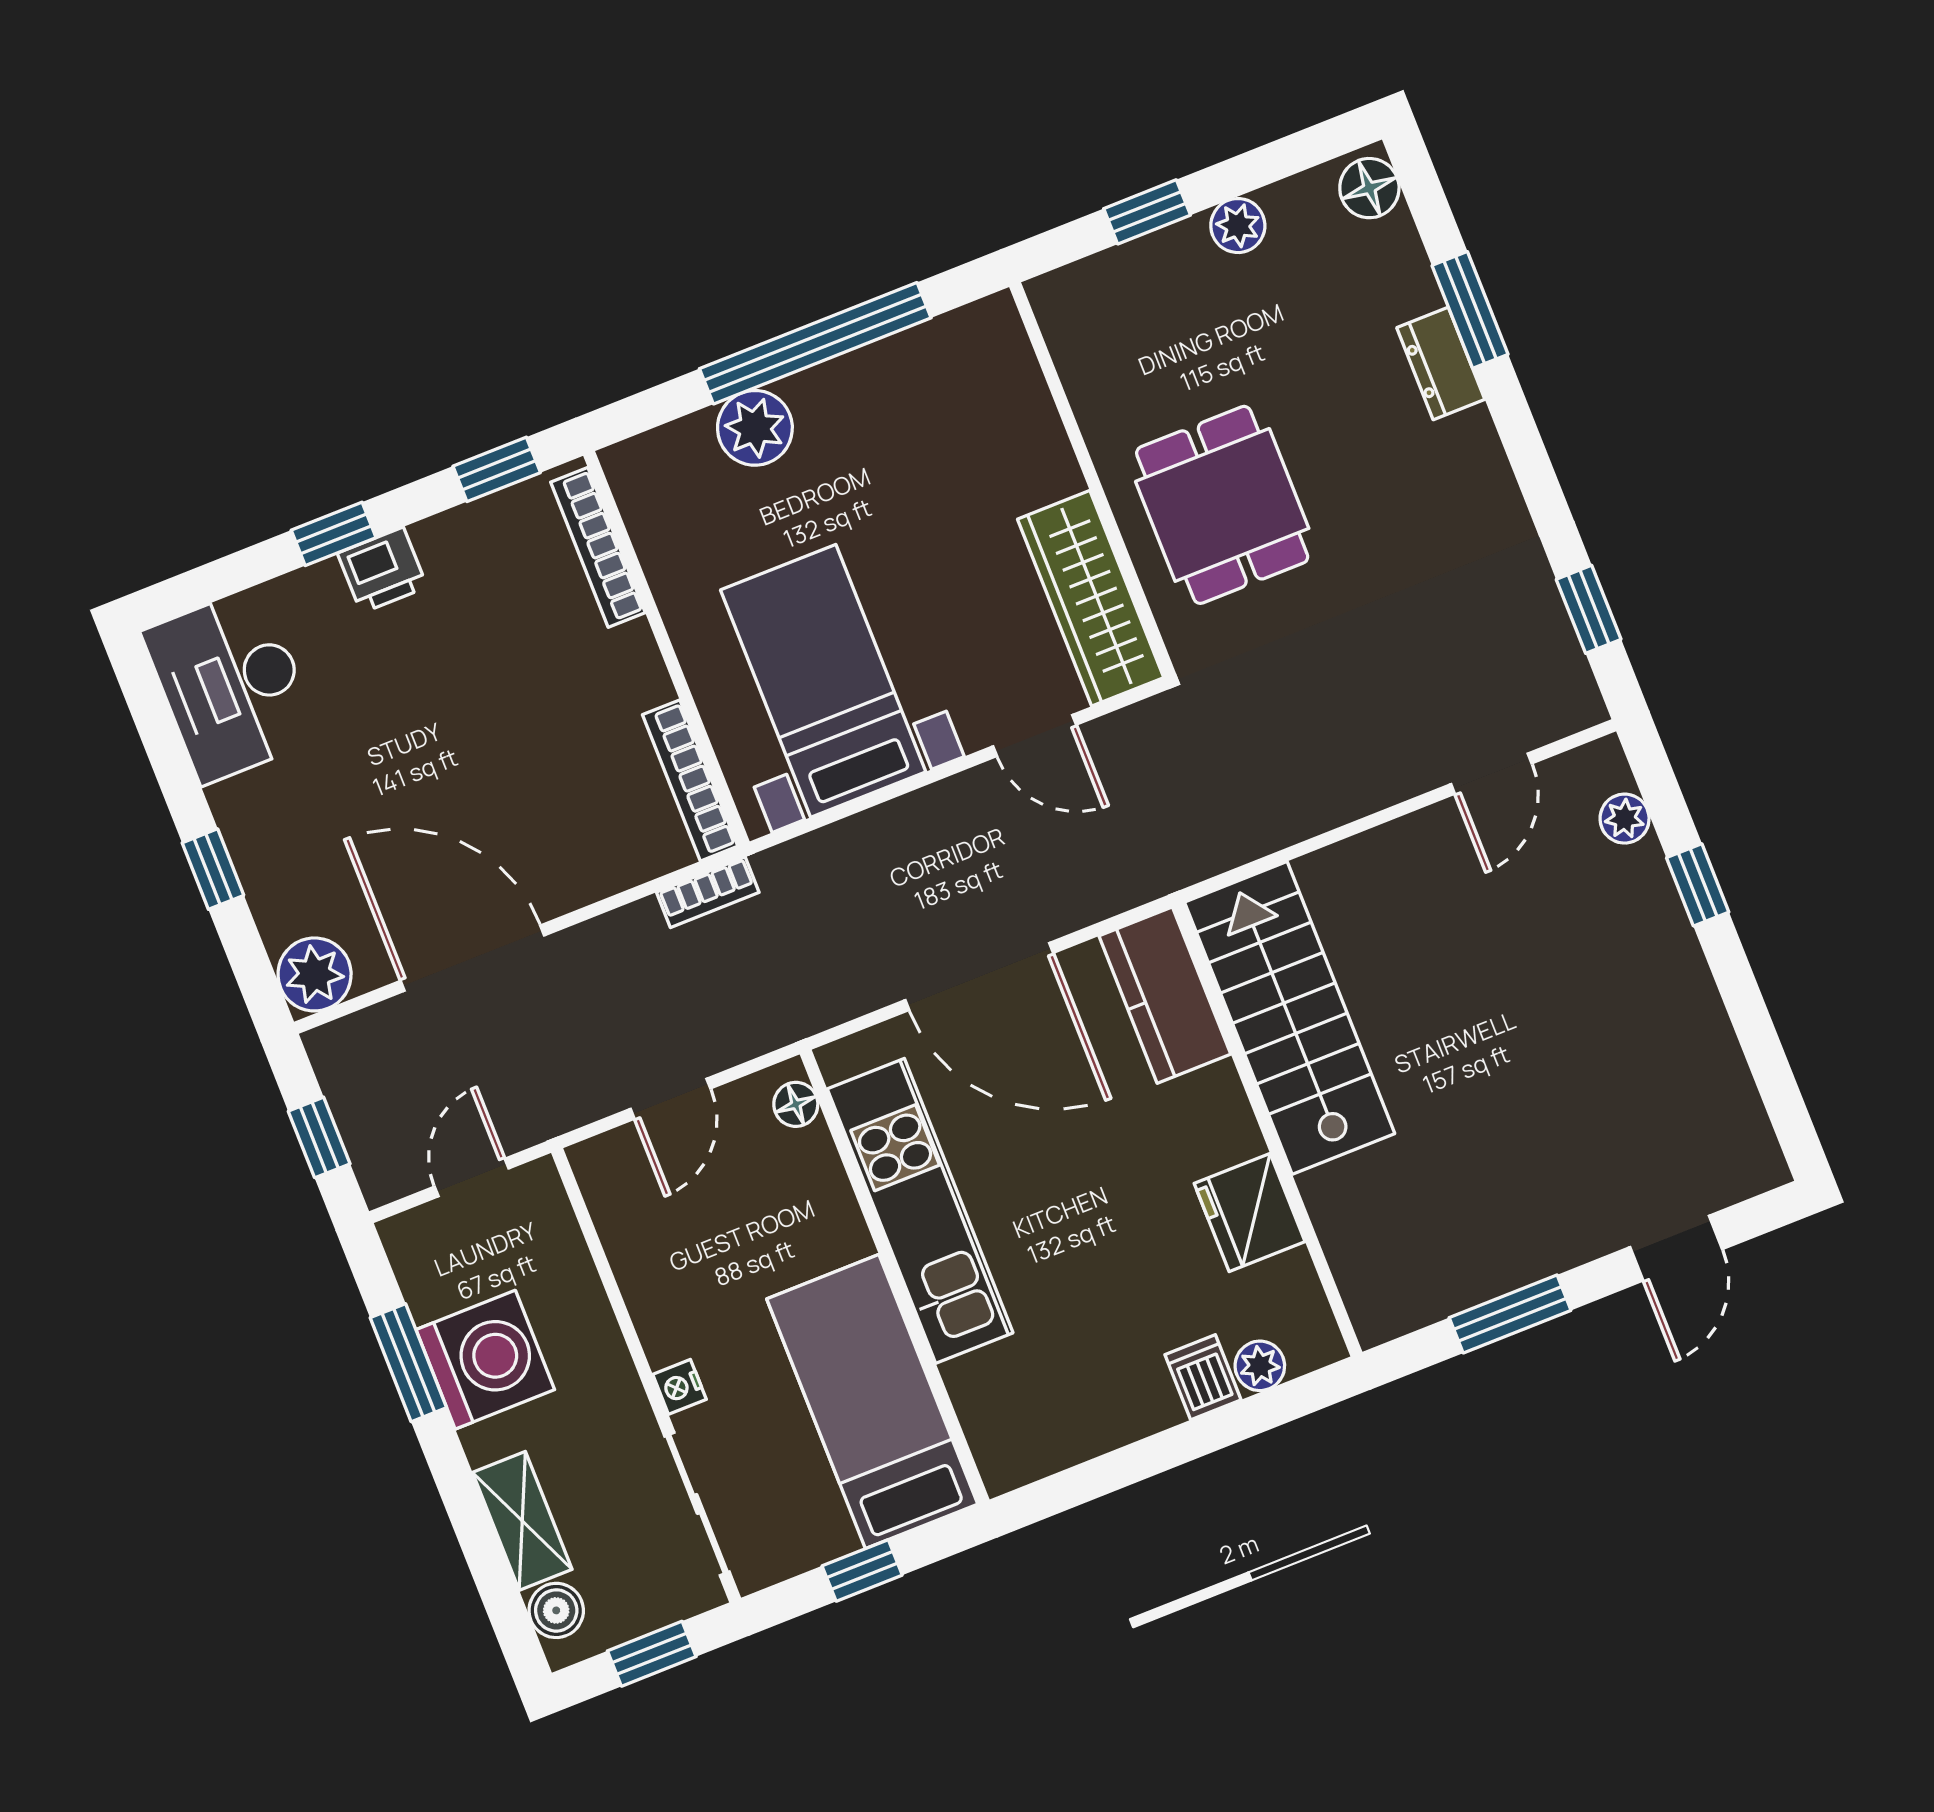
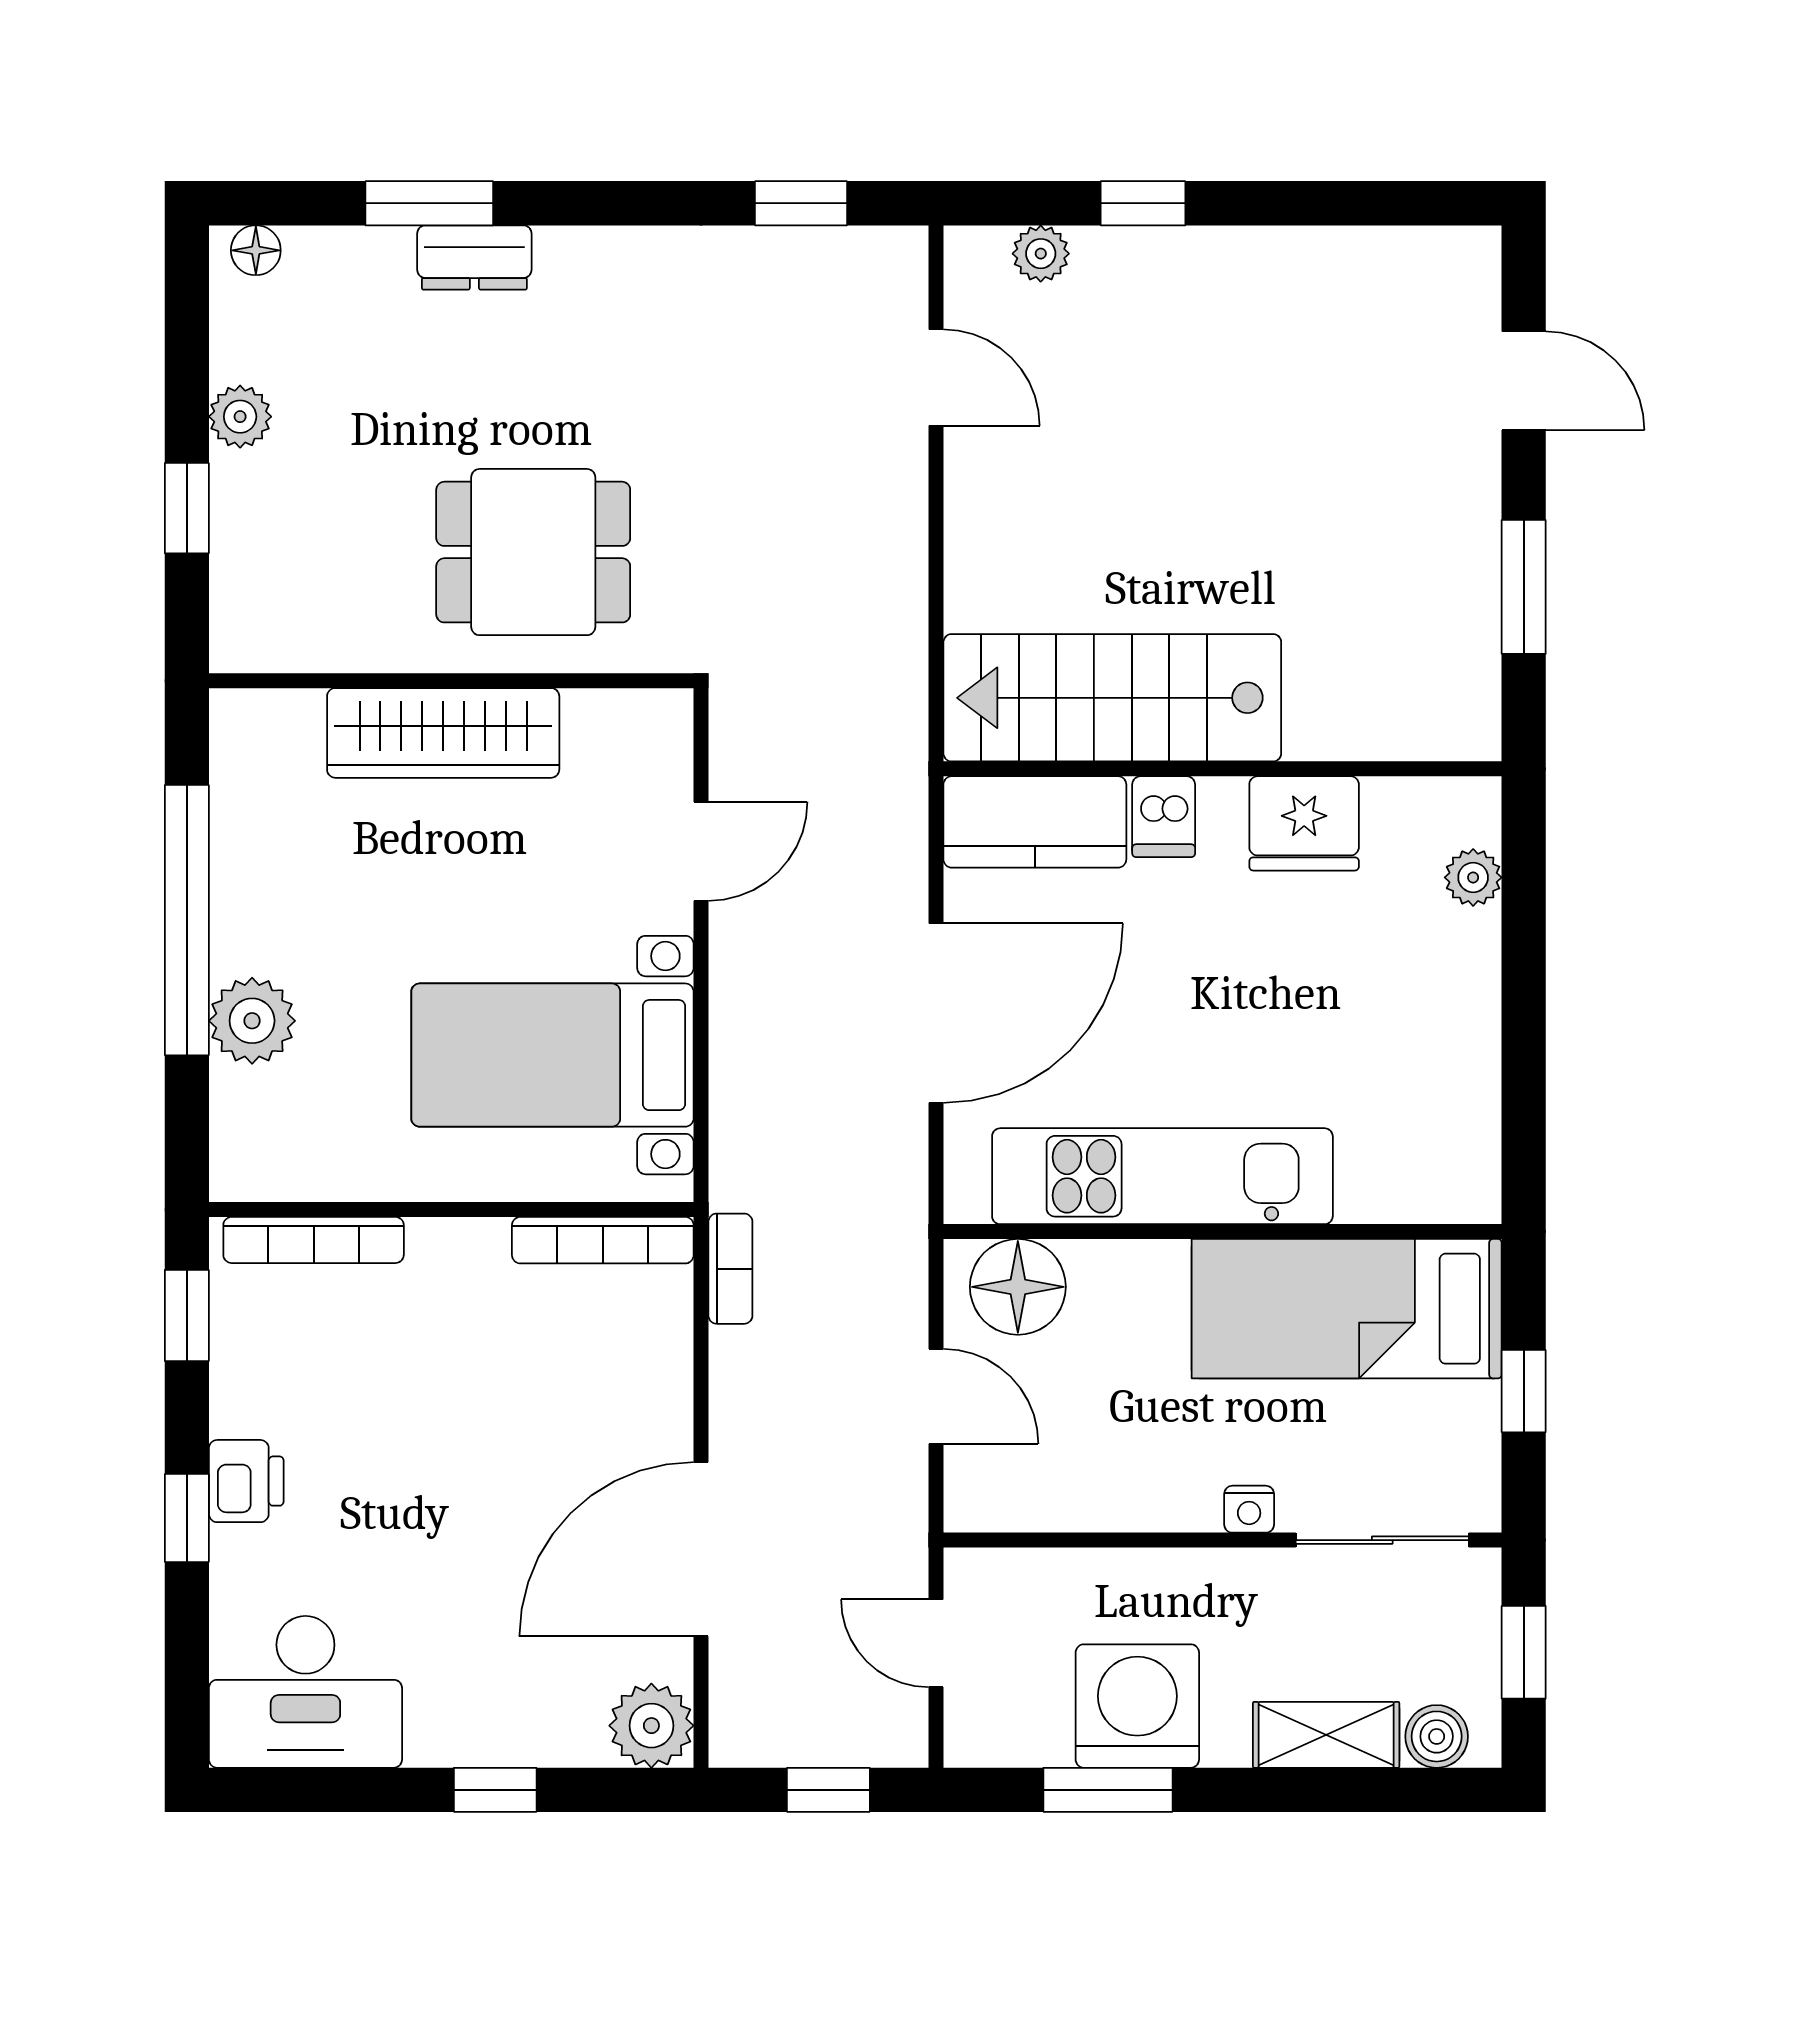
floor lamp: (1369, 188) -> (256, 250), width x0.73, depth x0.73
wardrobe: (1091, 598) -> (443, 733), moved
floor lamp: (796, 1104) -> (1018, 1287), width x1.89, depth x1.89
dishwasher: (1203, 1377) -> (1164, 817), moved, turned -90

